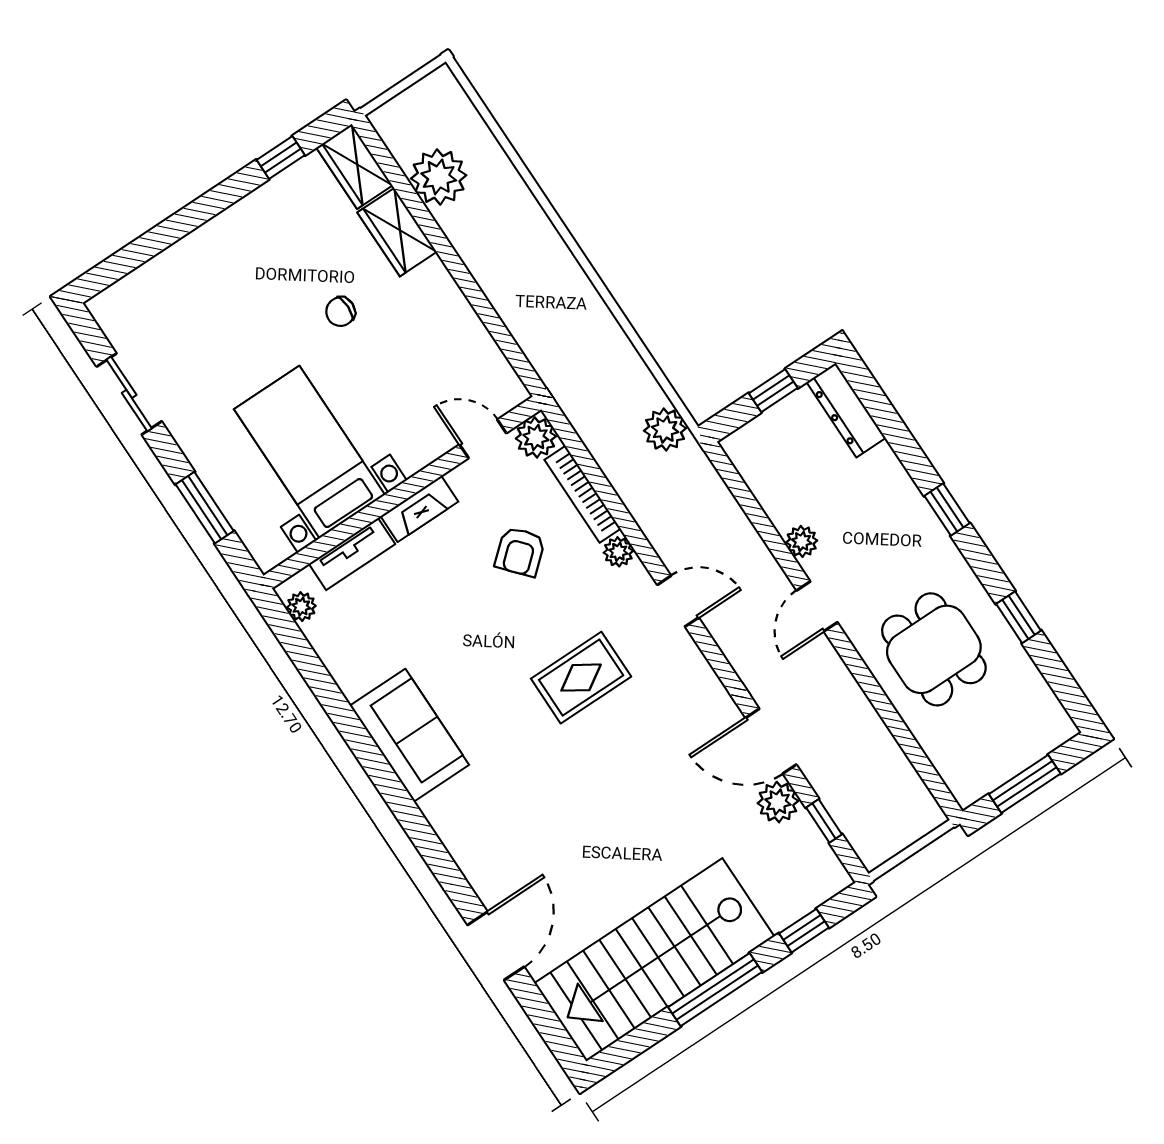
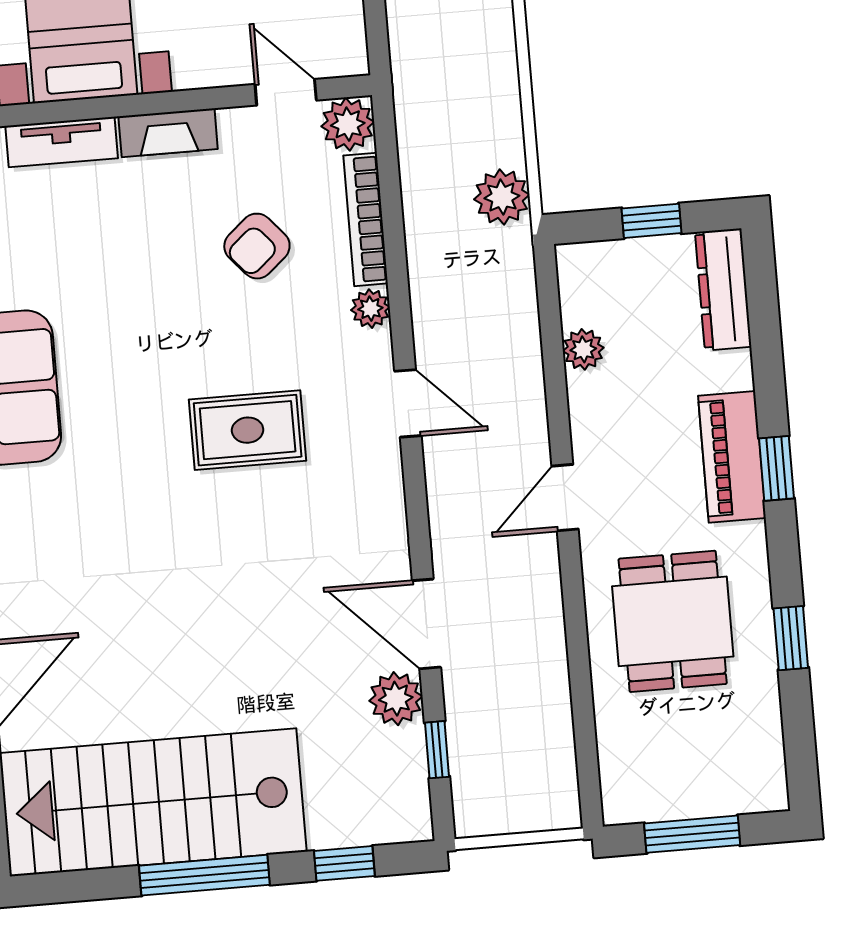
piano: (913, 518) -> (732, 457), added
plant: (802, 541) -> (583, 349), moved

